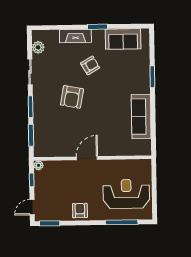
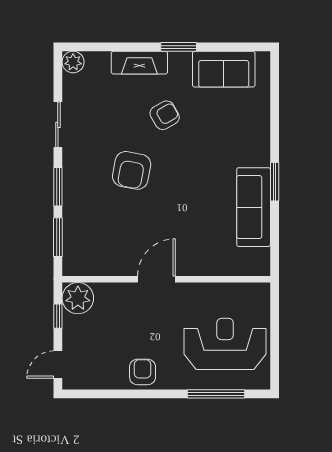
plant: (38, 47) -> (73, 62), moved
window: (152, 77) -> (275, 182), moved
plant: (39, 165) -> (78, 298), width x1.88, depth x1.88
window: (50, 223) -> (88, 394), removed

